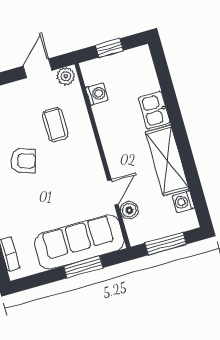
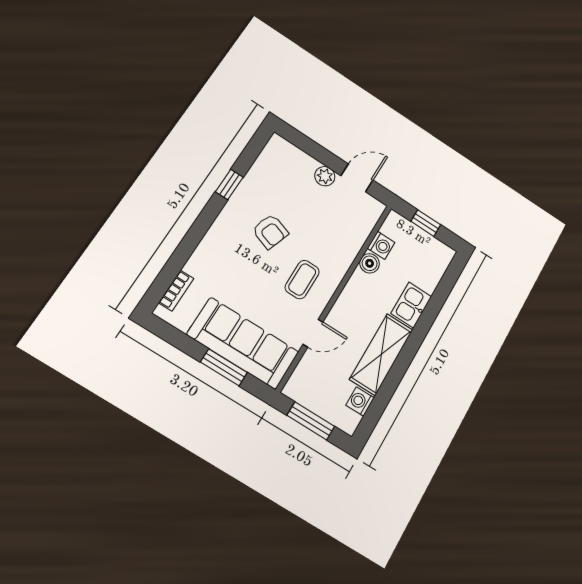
plant: (66, 76) -> (325, 176), moved
coffee table: (55, 125) -> (302, 280), moved
boiler: (129, 210) -> (370, 263), moved

